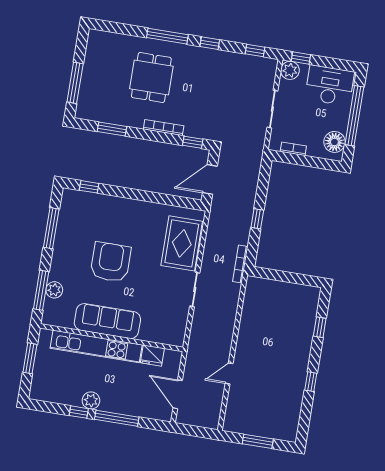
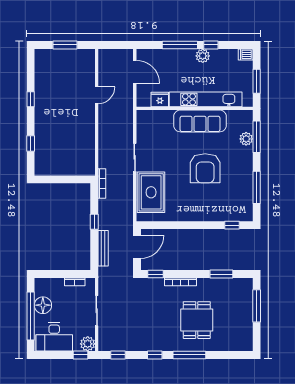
floor lamp: (334, 142) -> (43, 305), moved
bench: (252, 184) -> (103, 248), added
dishwasher: (38, 394) -> (246, 54), added

